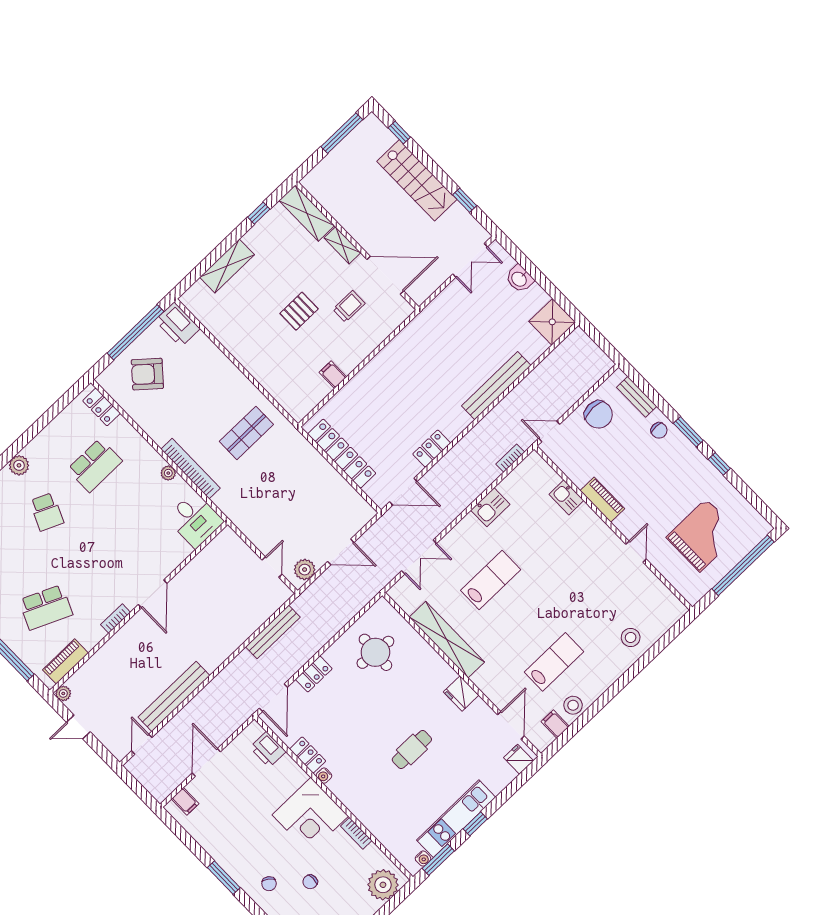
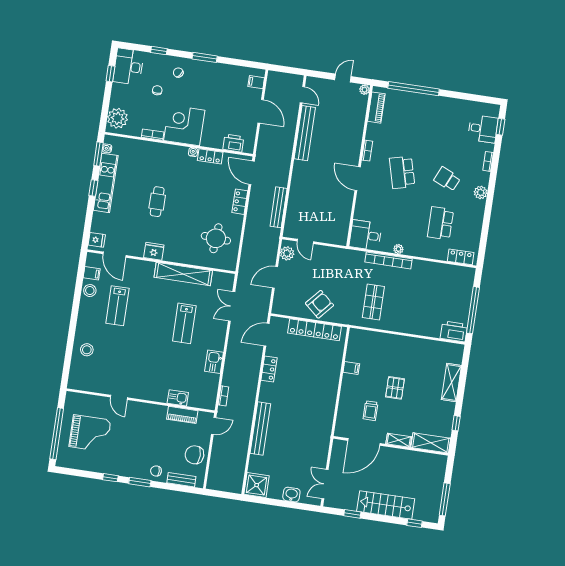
armchair: (147, 374) -> (320, 304), moved
piano: (602, 500) -> (182, 415), moved
grand piano: (703, 535) -> (90, 433), turned -90
school desk: (46, 607) -> (402, 172), moved, turned -39

